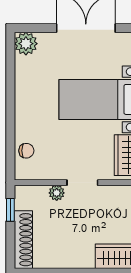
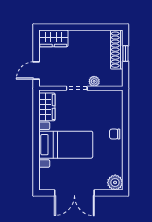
chair: (26, 151) -> (115, 134), moved
window: (10, 210) -> (125, 54), moved

